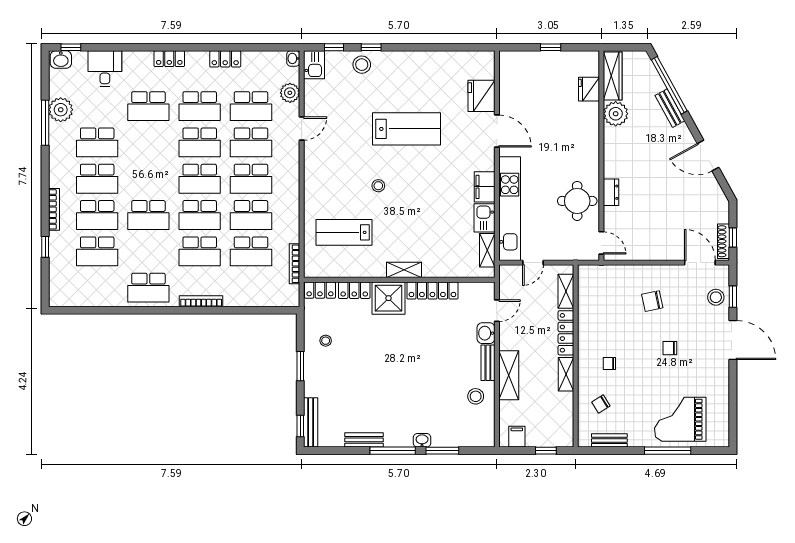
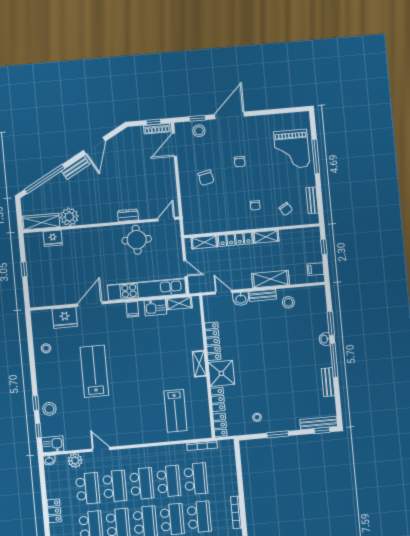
bench: (670, 108) -> (76, 168), moved
stool: (378, 186) -> (46, 348), moved
filing cabinet: (485, 187) -> (132, 309), width x0.50

